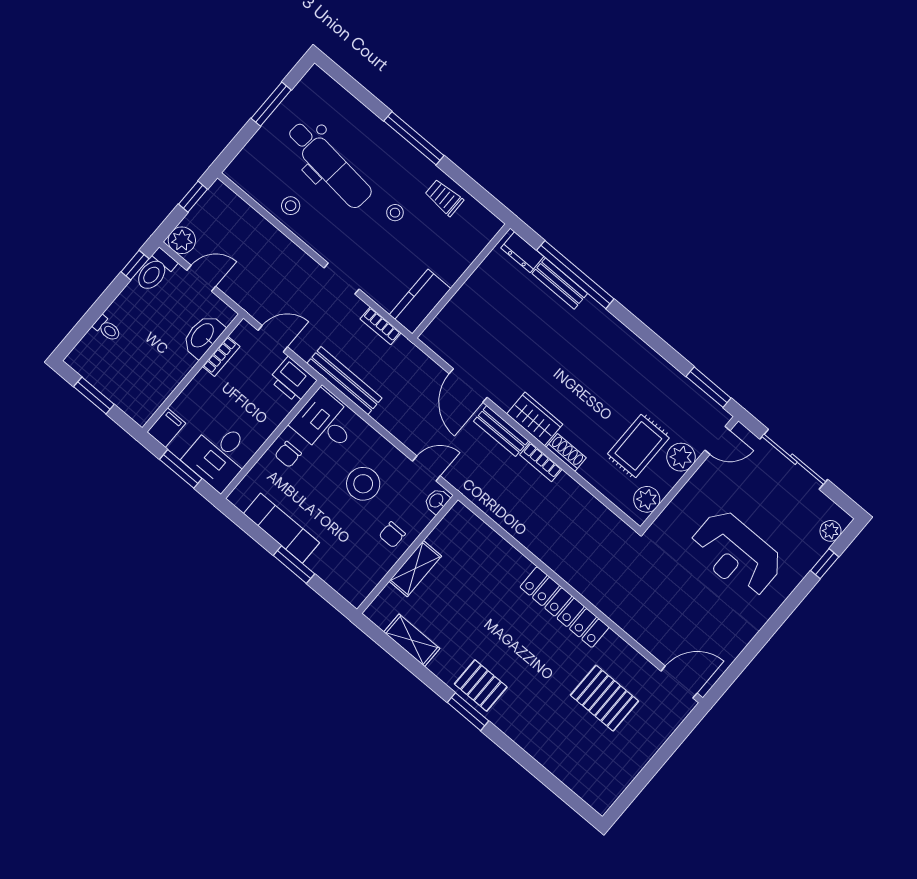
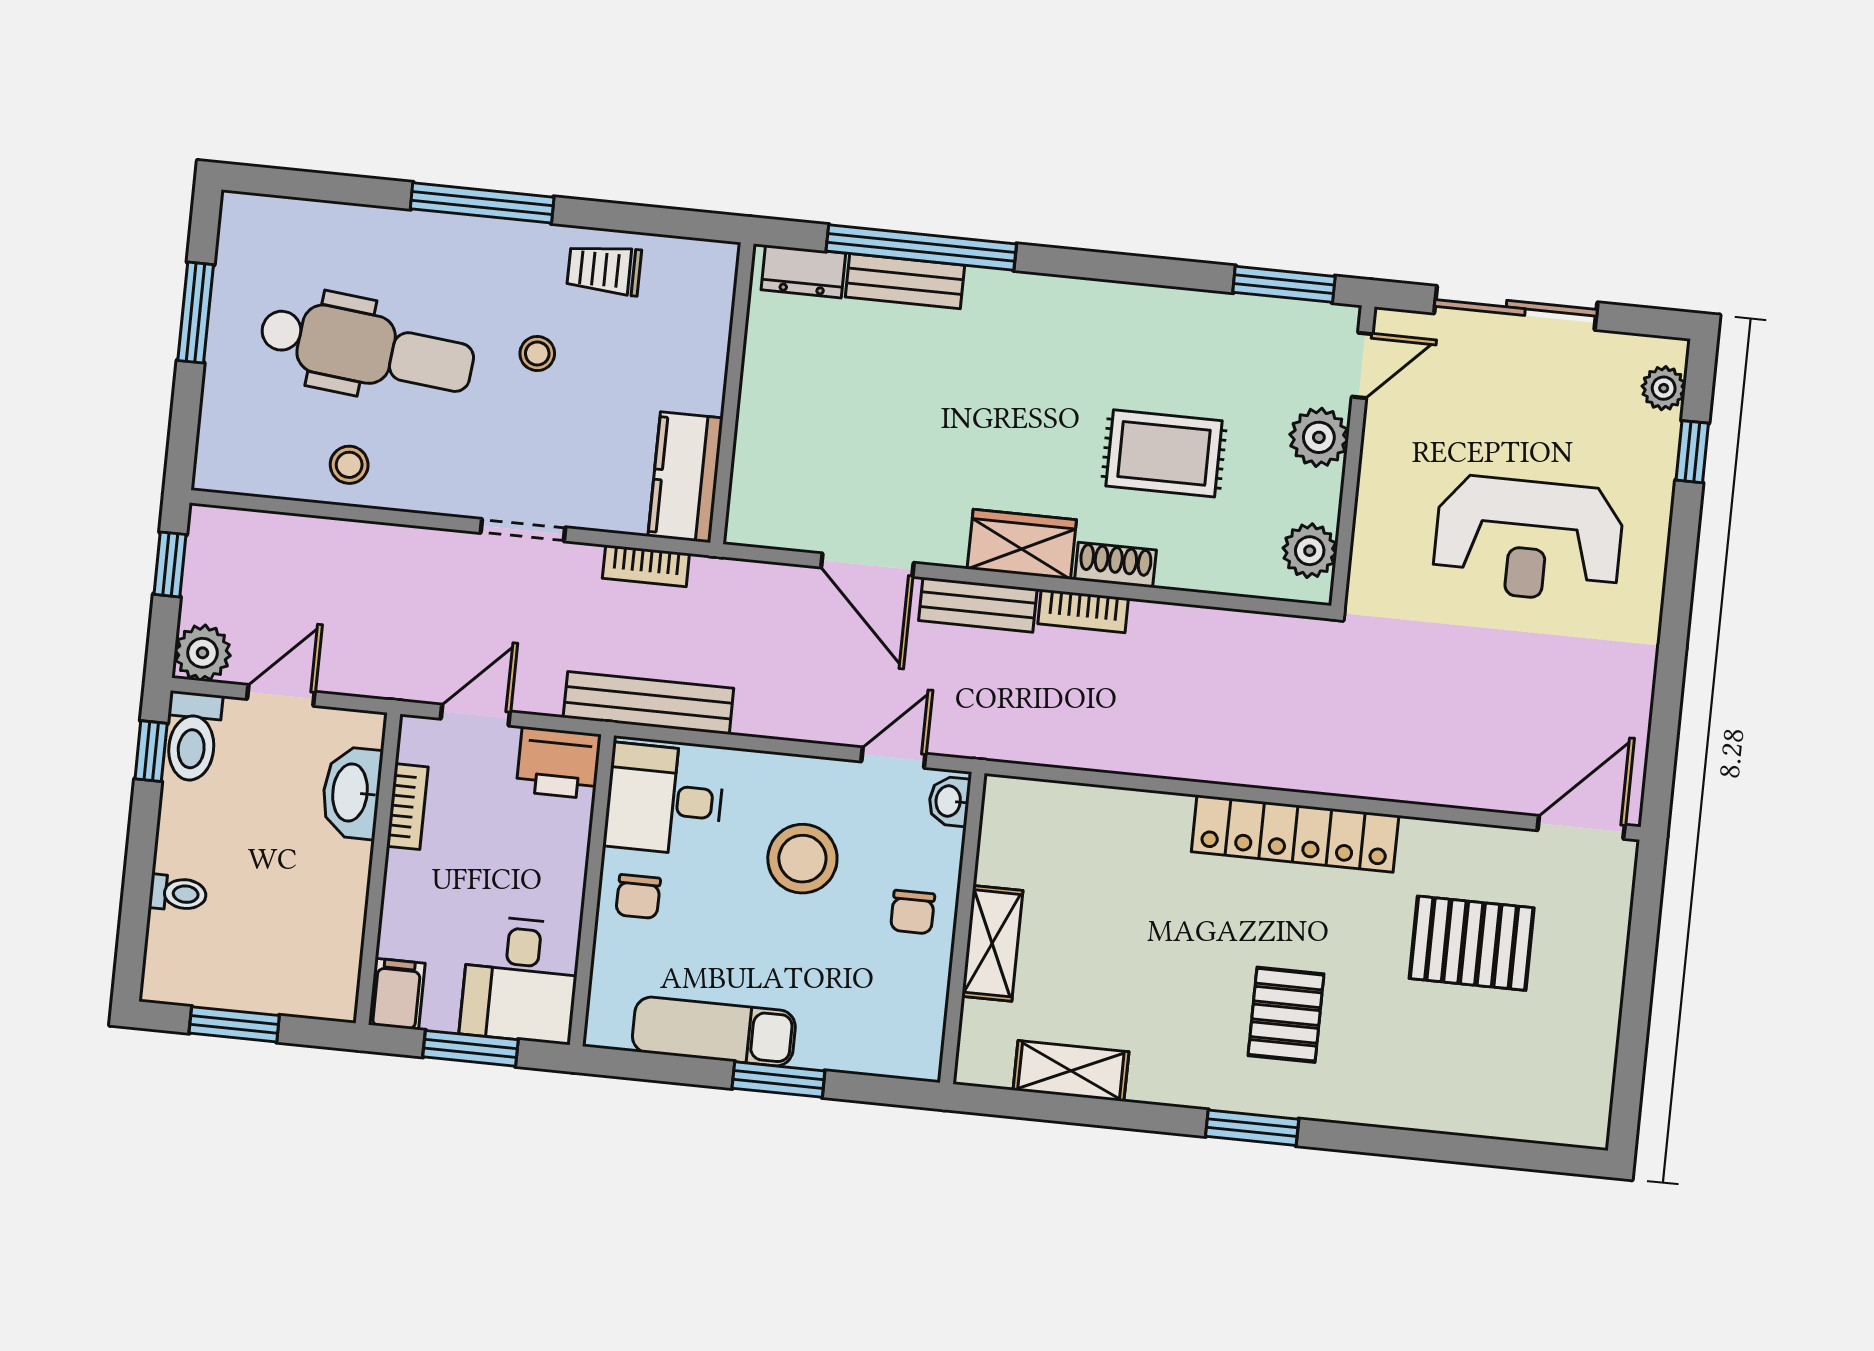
rug: (638, 446) -> (1164, 453), moved, turned 90
pallet: (481, 686) -> (1286, 1015), moved, turned 90

